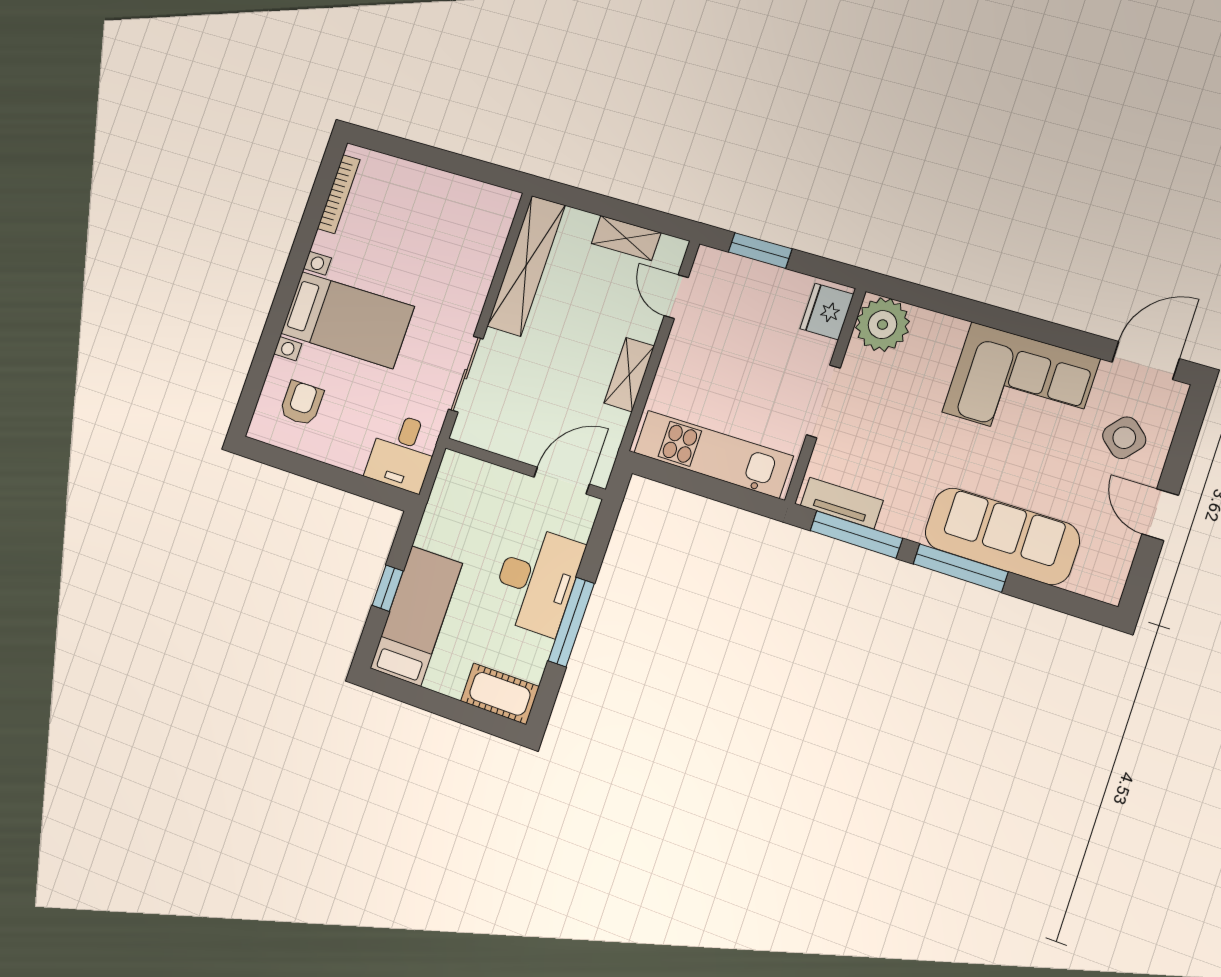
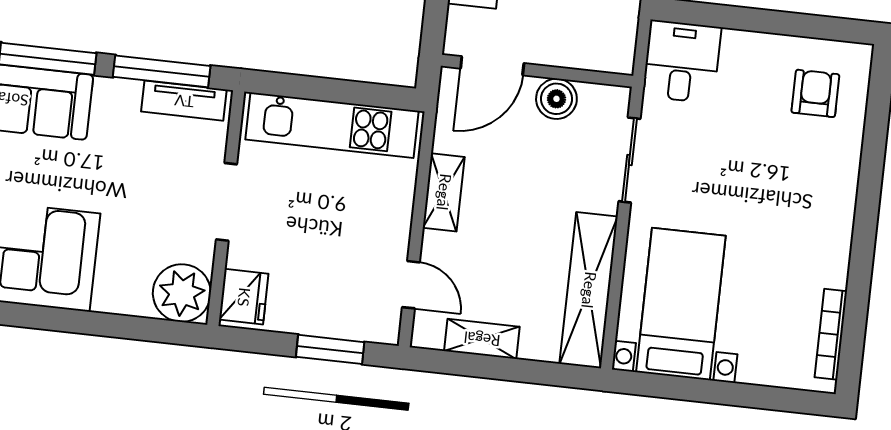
bed with nightstands: (347, 320) -> (681, 304), moved, turned 90
armchair: (302, 403) -> (815, 93), turned 180
boiler: (514, 440) -> (556, 99), added

